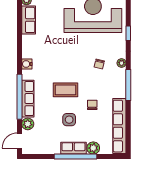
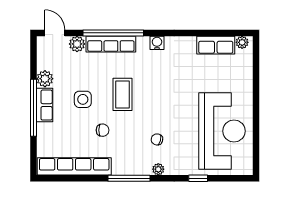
plant: (93, 148) -> (45, 79), moved

